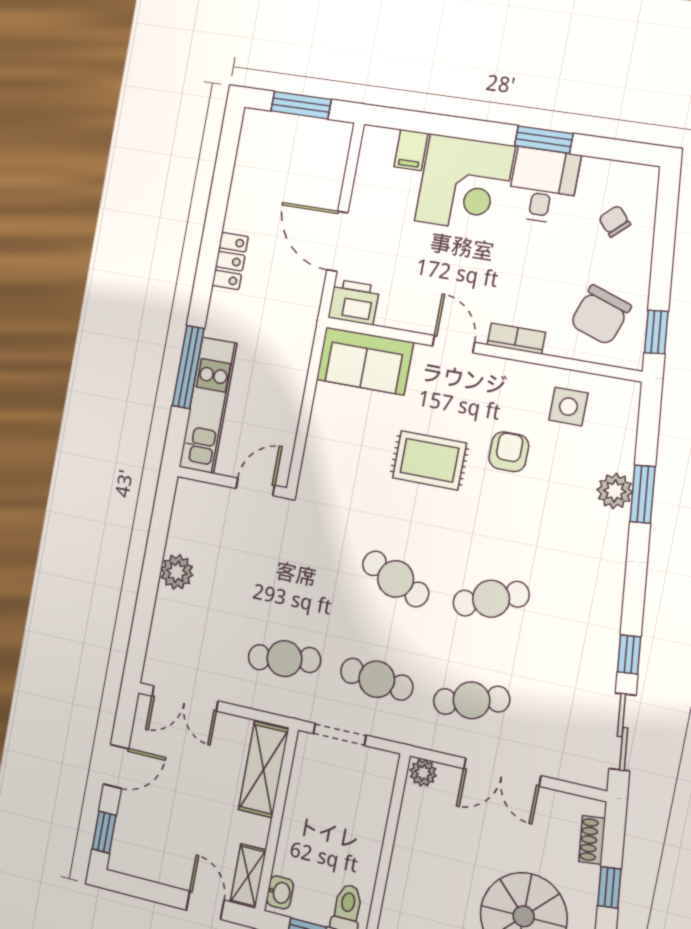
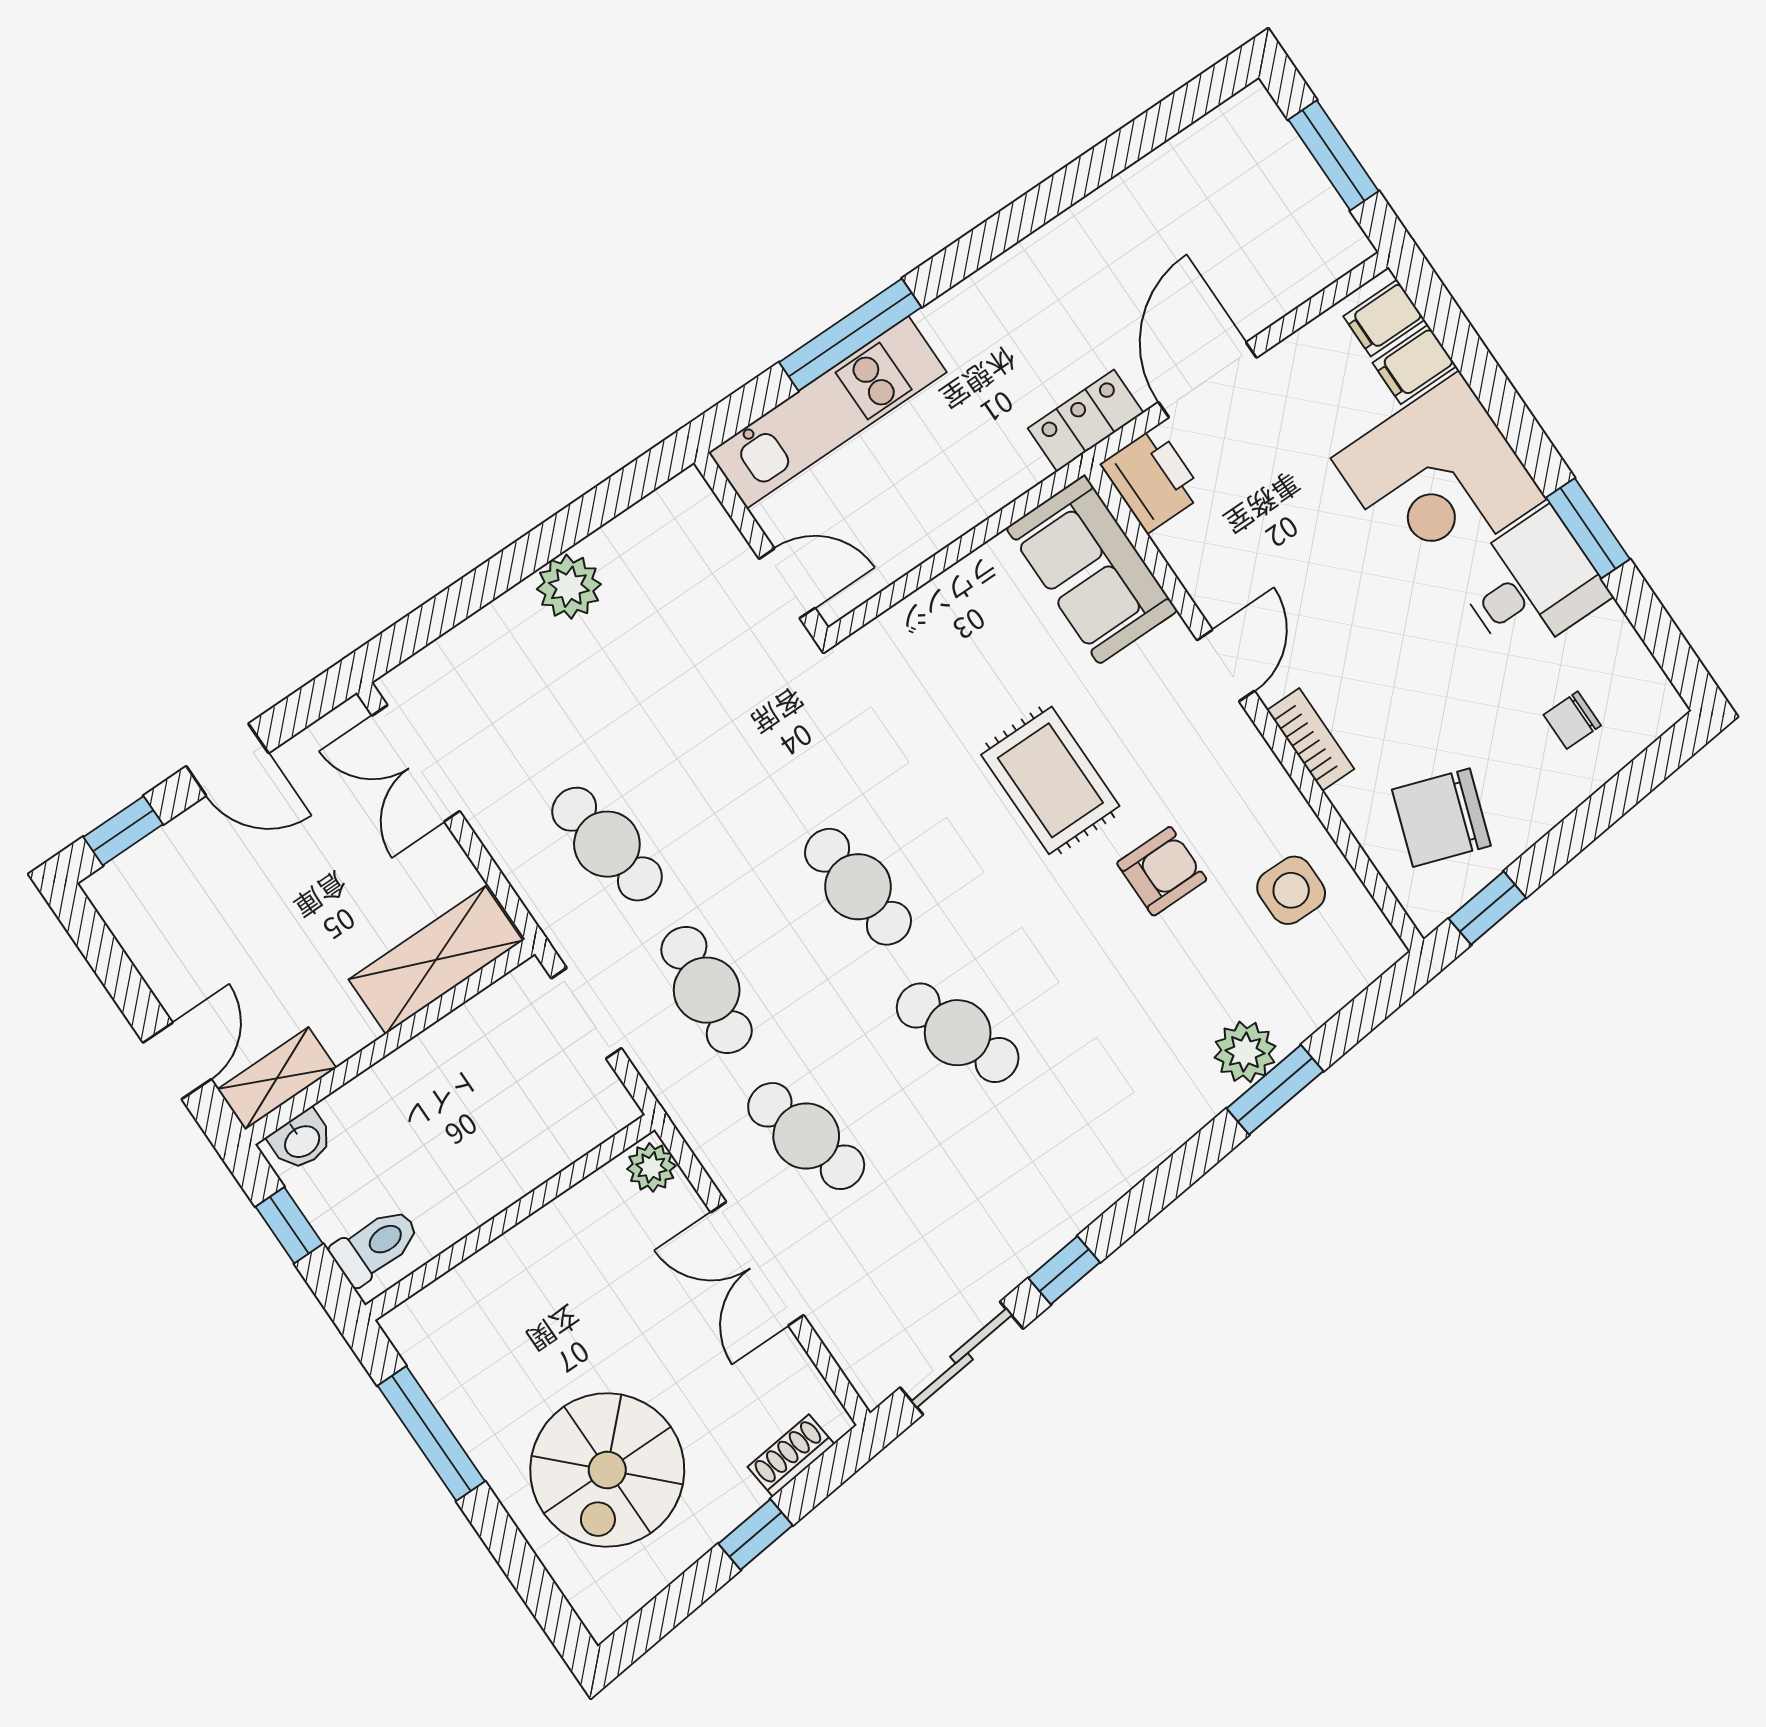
filing cabinet: (381, 145) -> (1384, 318), added
chair: (615, 221) -> (1572, 720), turned -138
locker: (230, 261) -> (1086, 421), moved, turned 180
cafe table: (396, 579) -> (858, 887), turned -30

